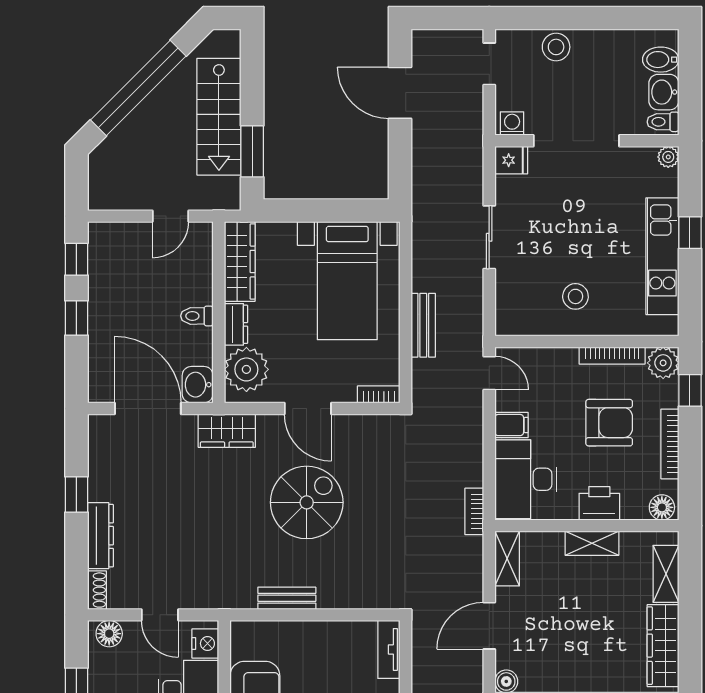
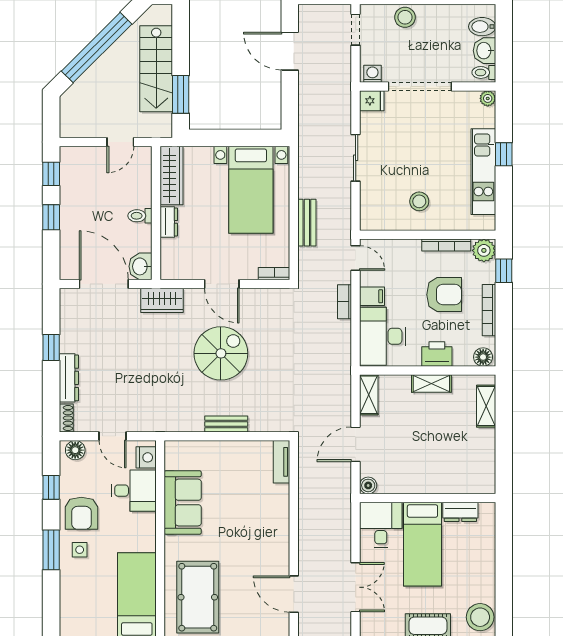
plant: (246, 369) -> (176, 255), removed
bookcase: (474, 511) -> (345, 302), moved
bench: (287, 598) -> (226, 424), moved
wardrobe: (663, 646) -> (484, 459), removed

